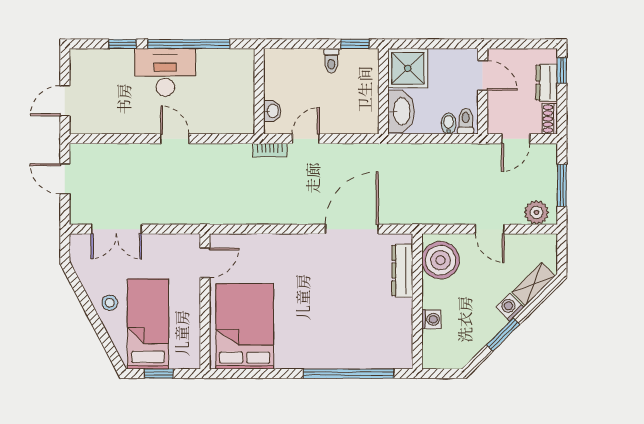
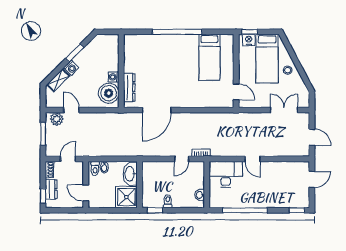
window: (122, 44) -> (297, 210), moved
desk: (165, 72) -> (226, 174), moved, turned 180
washbasin: (272, 111) -> (200, 195), moved
door: (490, 229) -> (71, 110), moved
door: (205, 263) -> (236, 92), swing flipped
washing machine: (431, 319) -> (114, 77), moved
bed: (245, 326) -> (209, 57), width x0.67
nightstand: (182, 358) -> (249, 40), added
window: (159, 374) -> (250, 32), moved
window: (349, 374) -> (177, 32), moved

